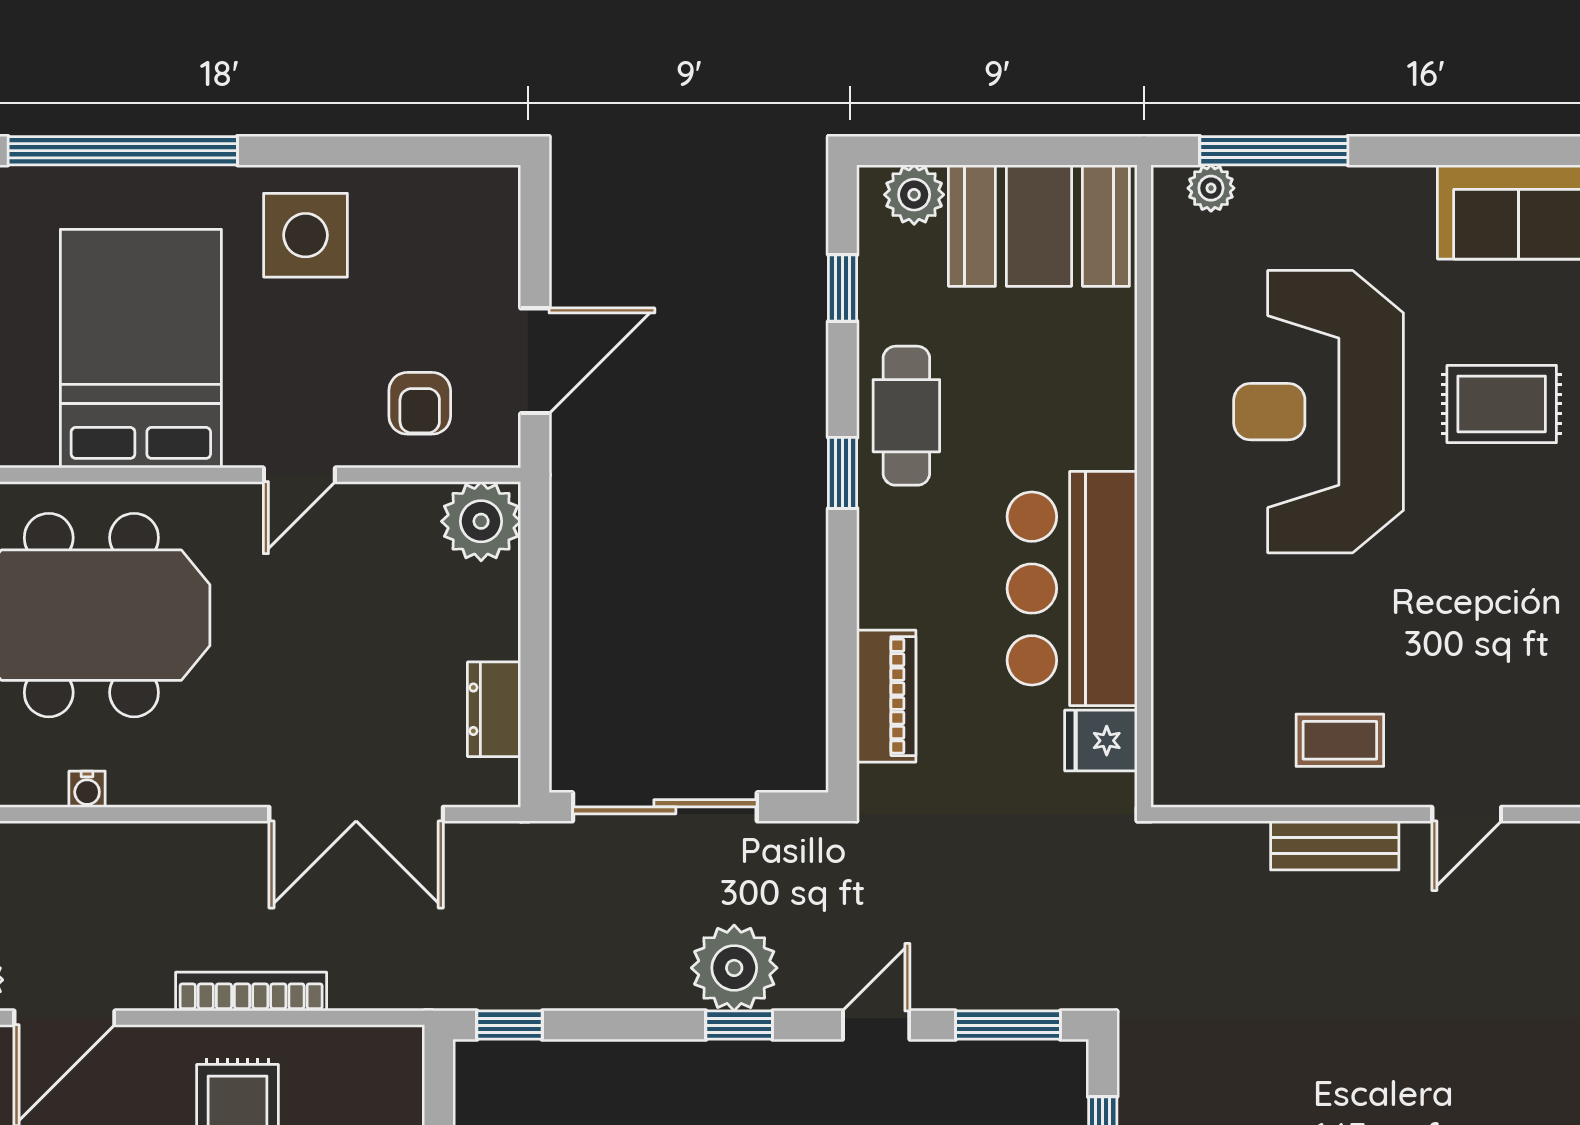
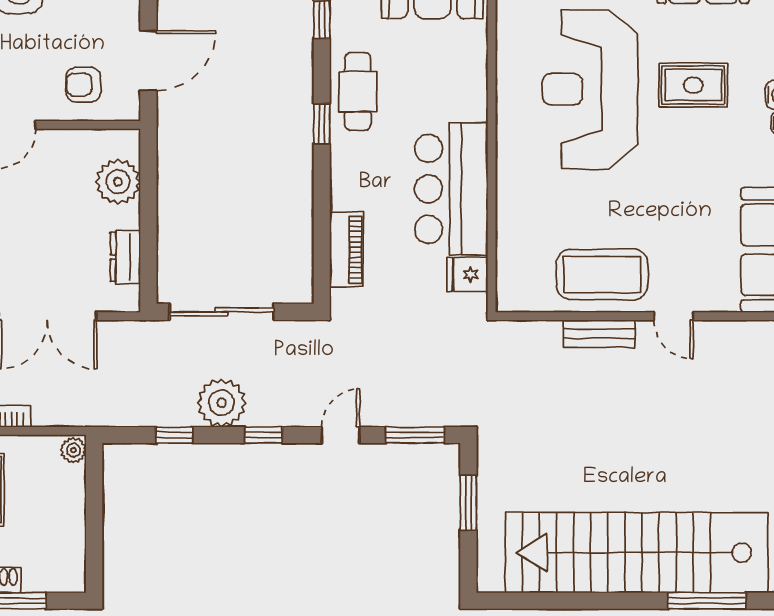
armchair: (420, 403) -> (83, 85), turned 90
plant: (481, 521) -> (118, 182), moved
coffee table: (1340, 740) -> (602, 274), width x1.86, depth x1.72
door: (1467, 814) -> (674, 316), hinge flipped
plant: (734, 968) -> (222, 403), moved
window: (510, 1025) -> (174, 435), moved
plant: (402, 1052) -> (73, 450), added

